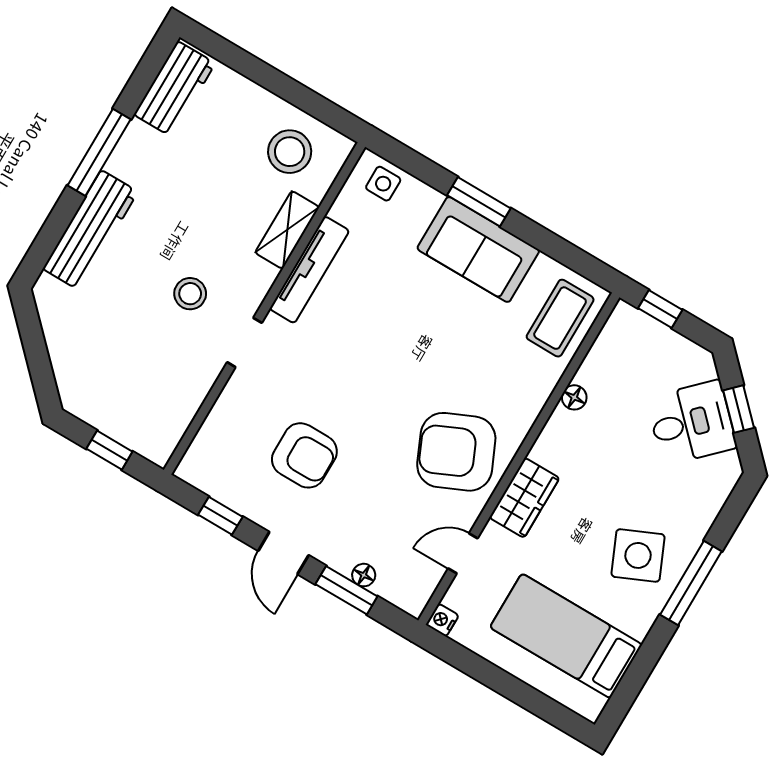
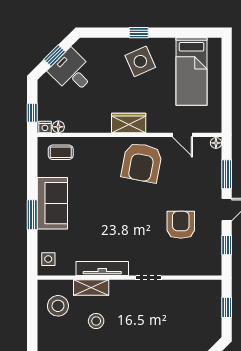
stool: (190, 294) -> (96, 321), moved
coffee table: (560, 318) -> (61, 152), width x0.73, depth x0.77
floor lamp: (574, 397) -> (58, 127), moved
armchair: (456, 452) -> (142, 163), turned 35
wardrobe: (524, 498) -> (129, 123), moved
floor lamp: (364, 575) -> (216, 143), moved
window: (691, 583) -> (139, 33), width x0.46
nightstand: (442, 620) -> (45, 127), moved

